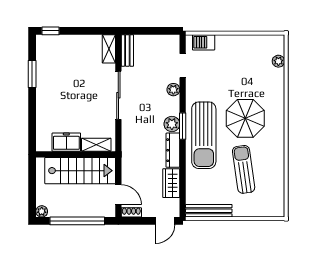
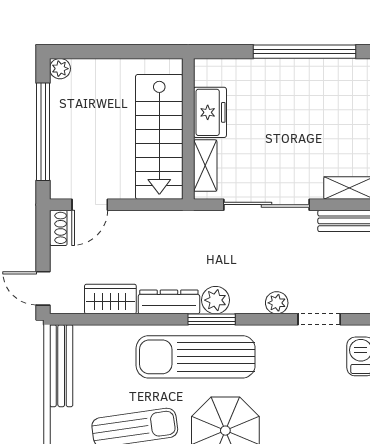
window: (32, 74) -> (305, 52), width x2.11
freezer: (66, 142) -> (210, 112), moved
shelving: (96, 145) -> (205, 166), moved
wall: (76, 154) -> (188, 129), moved
stairs: (80, 171) -> (159, 137), moved

